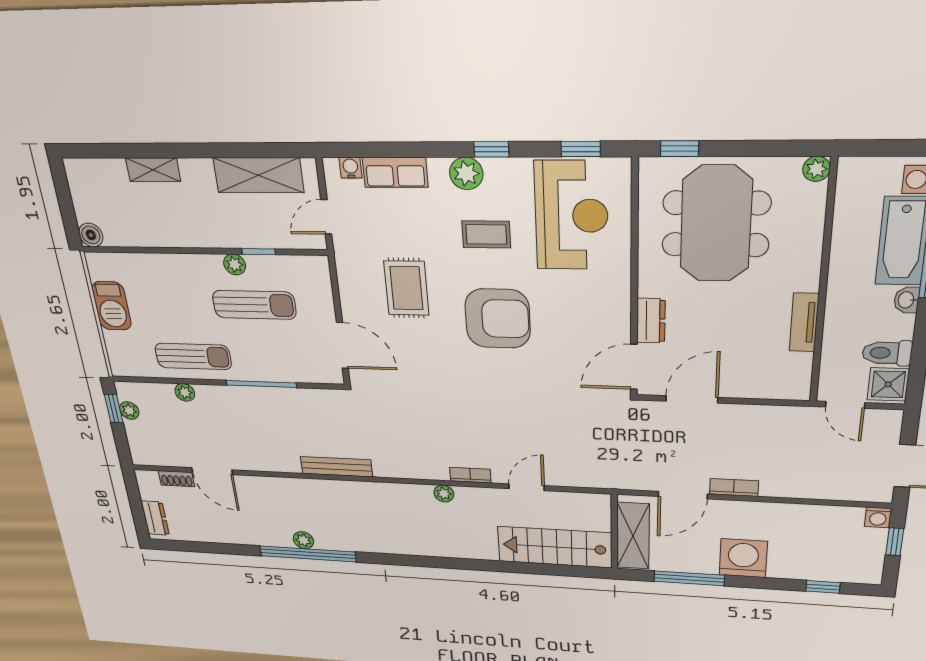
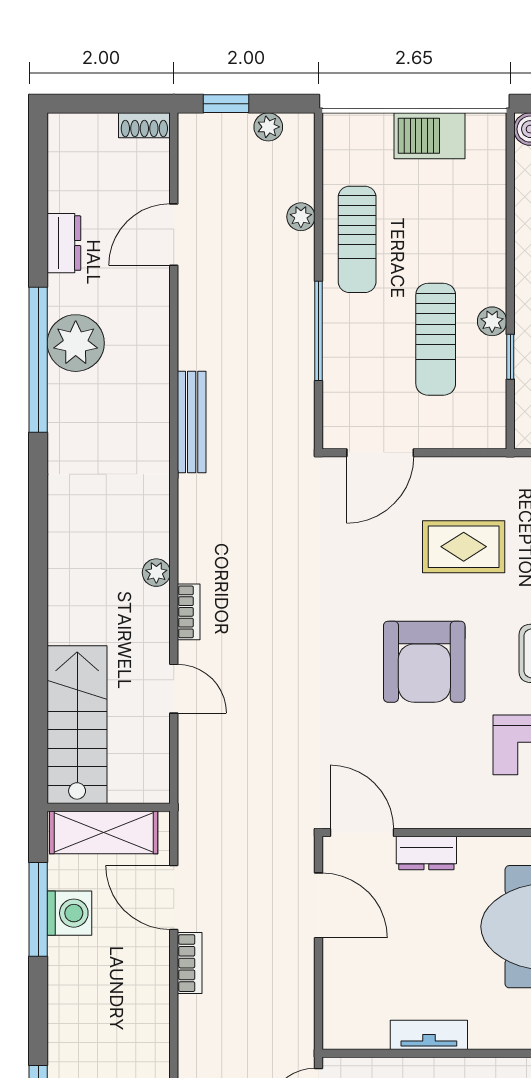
window: (114, 408) -> (226, 104), moved
shoe rack: (176, 479) -> (144, 125), moved, turned -90
dresser: (155, 518) -> (64, 243), moved, turned -90
plant: (303, 540) -> (76, 343), width x1.87, depth x1.87
washing machine: (743, 558) -> (69, 913), moved, width x0.73, depth x0.73

